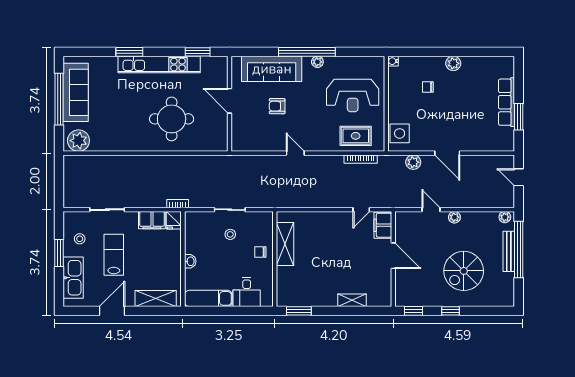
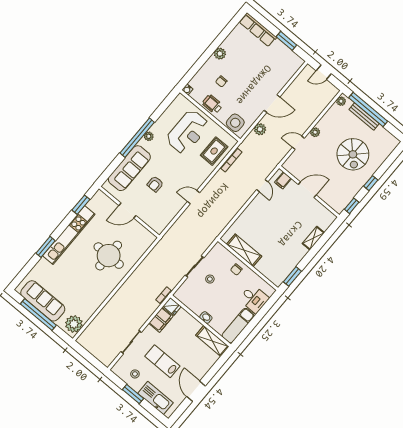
wheelchair: (399, 97) -> (212, 104), added
row of seats: (506, 102) -> (258, 30), moved
filing cabinet: (383, 225) -> (283, 180), width x0.50
shelving: (156, 299) -> (212, 341), moved, turned 90

